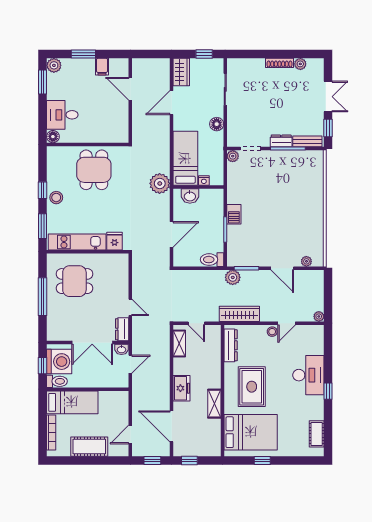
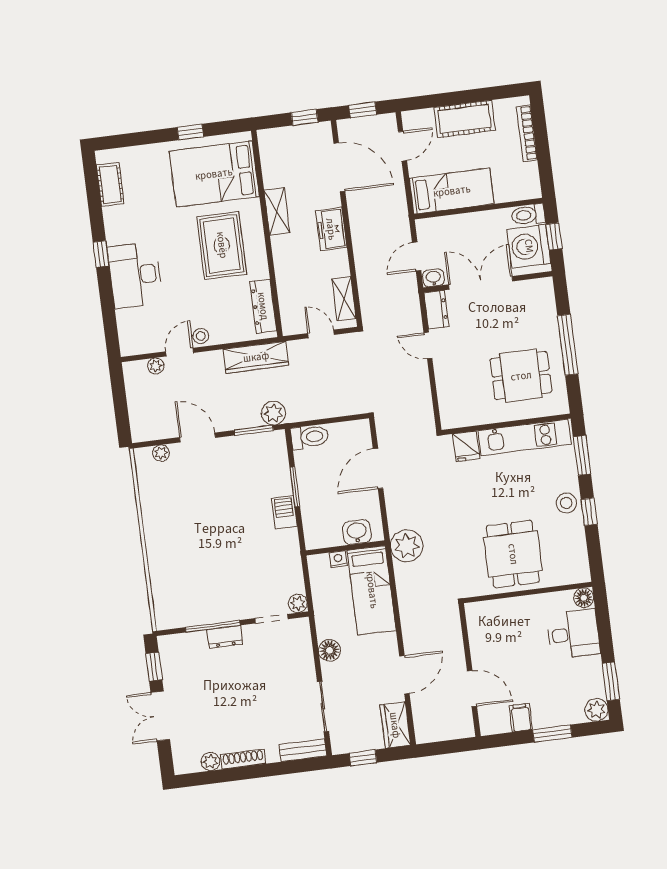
bench: (307, 141) -> (303, 750), moved
plant: (319, 316) -> (156, 366), moved
bed: (72, 402) -> (452, 191), moved, turned 180

